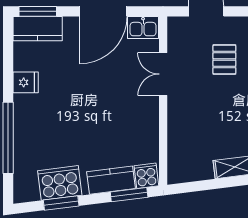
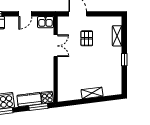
door: (103, 11) -> (25, 14), width x0.53
double door: (163, 74) -> (56, 46), swing flipped

